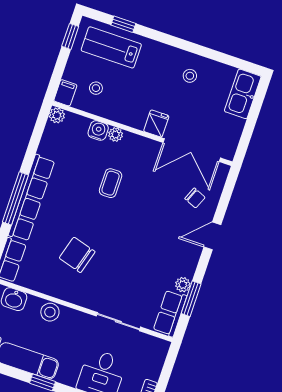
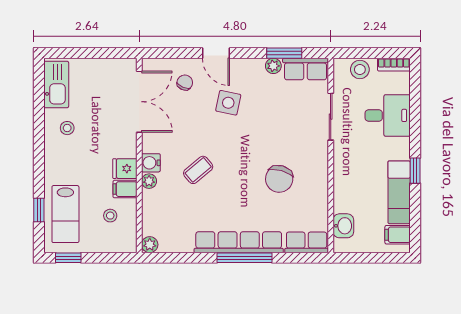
filing cabinet: (65, 93) -> (125, 189), moved
kitchen sink: (243, 94) -> (56, 85), moved, turned -90
fridge: (156, 124) -> (125, 169), moved
water cooler: (98, 131) -> (151, 163), moved
coffee table: (111, 183) -> (198, 170), turned -40
side table: (163, 232) -> (228, 103), added
stool: (50, 312) -> (360, 69), moved

